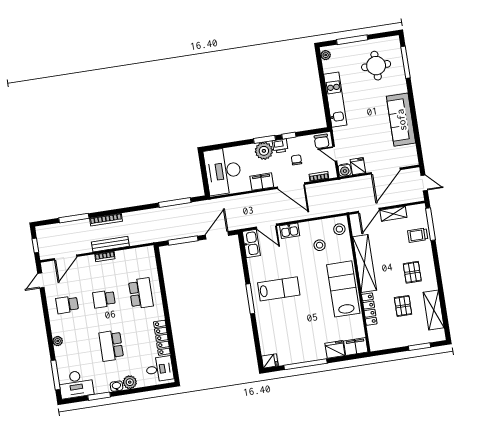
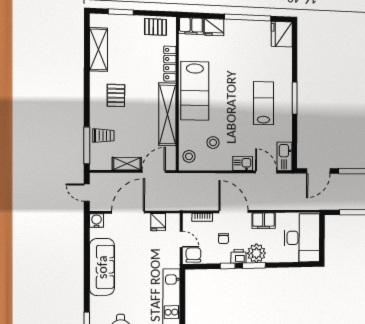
water cooler: (345, 170) -> (97, 221), moved
lab bench: (279, 289) -> (263, 103), turned 90
pallet: (403, 306) -> (156, 27), moved, turned 90
fridge: (270, 361) -> (282, 34), width x1.88, depth x1.34

